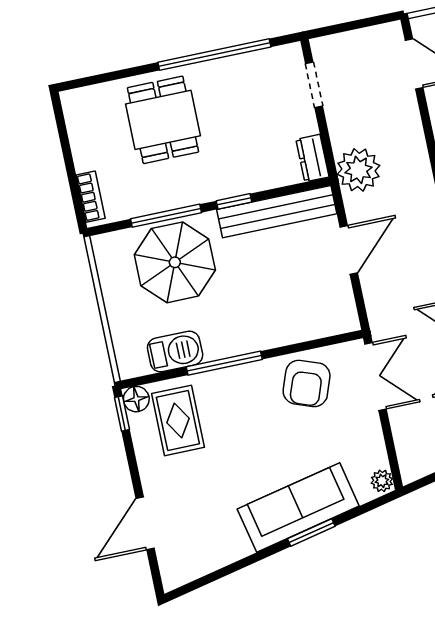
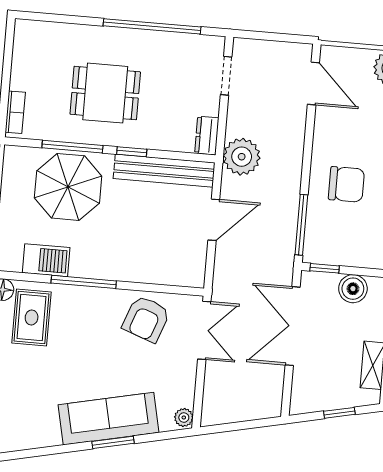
dining table: (163, 120) -> (105, 93), moved, turned 90

